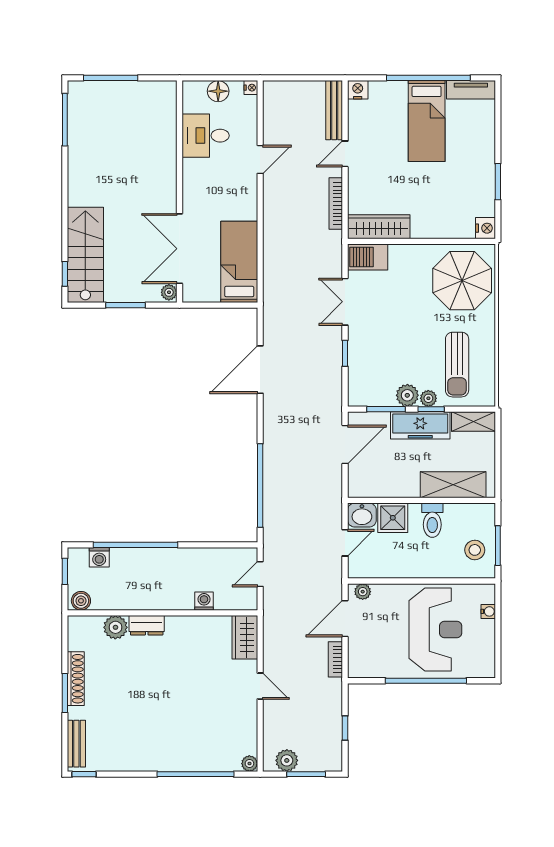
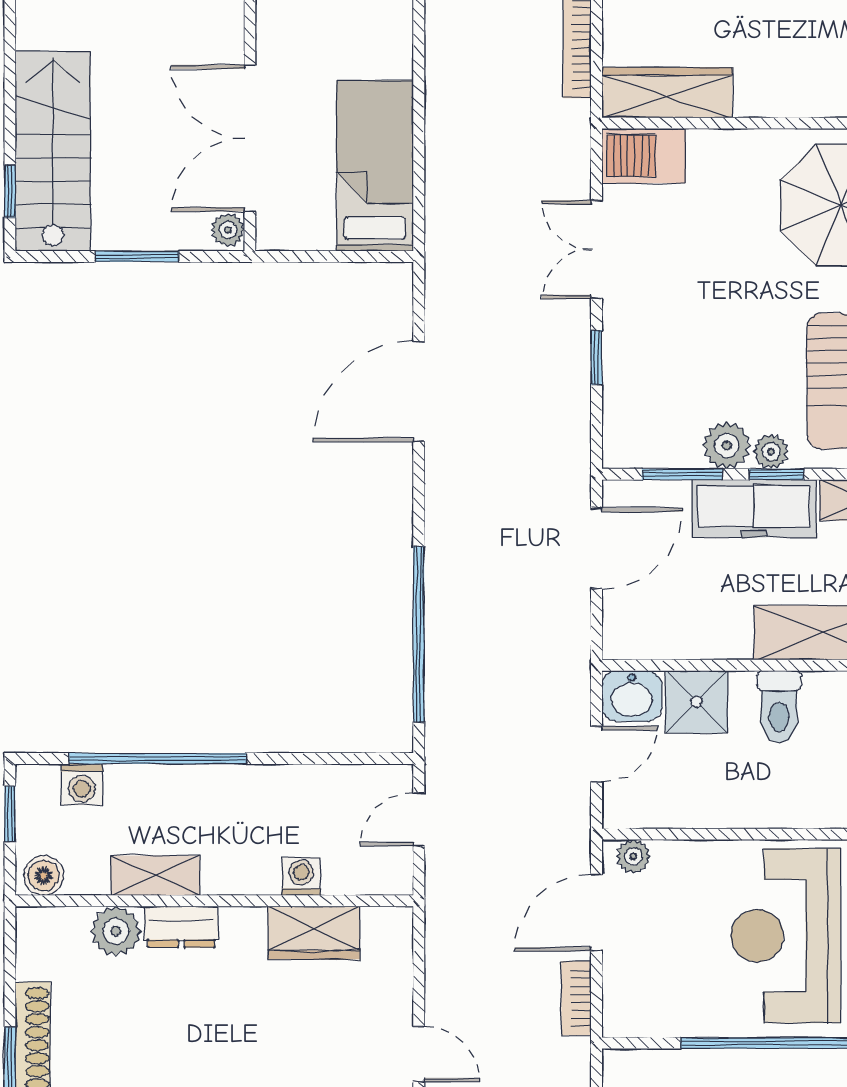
shelving: (134, 601) -> (155, 875), added
reception desk: (435, 630) -> (786, 936), turned 180
wardrobe: (245, 637) -> (314, 933), moved, turned -90

